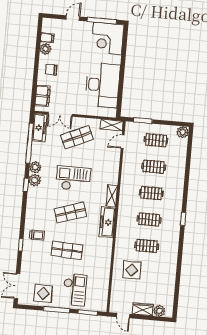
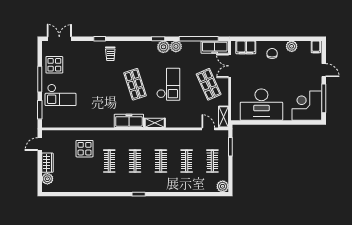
filing cabinet: (47, 38) -> (316, 47), moved
shop shelf: (67, 250) -> (98, 84), removed

